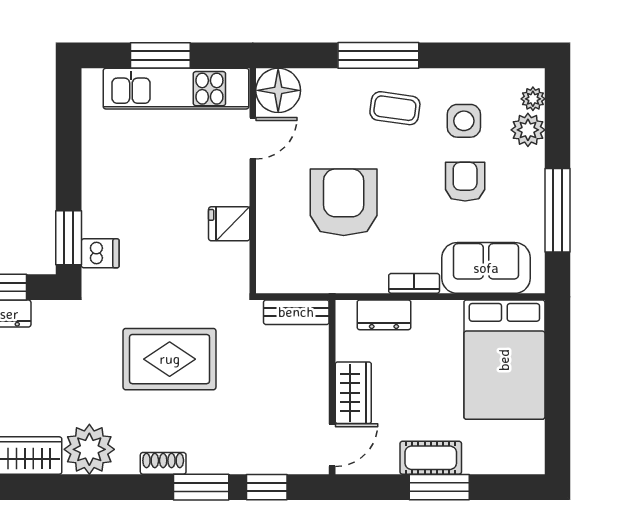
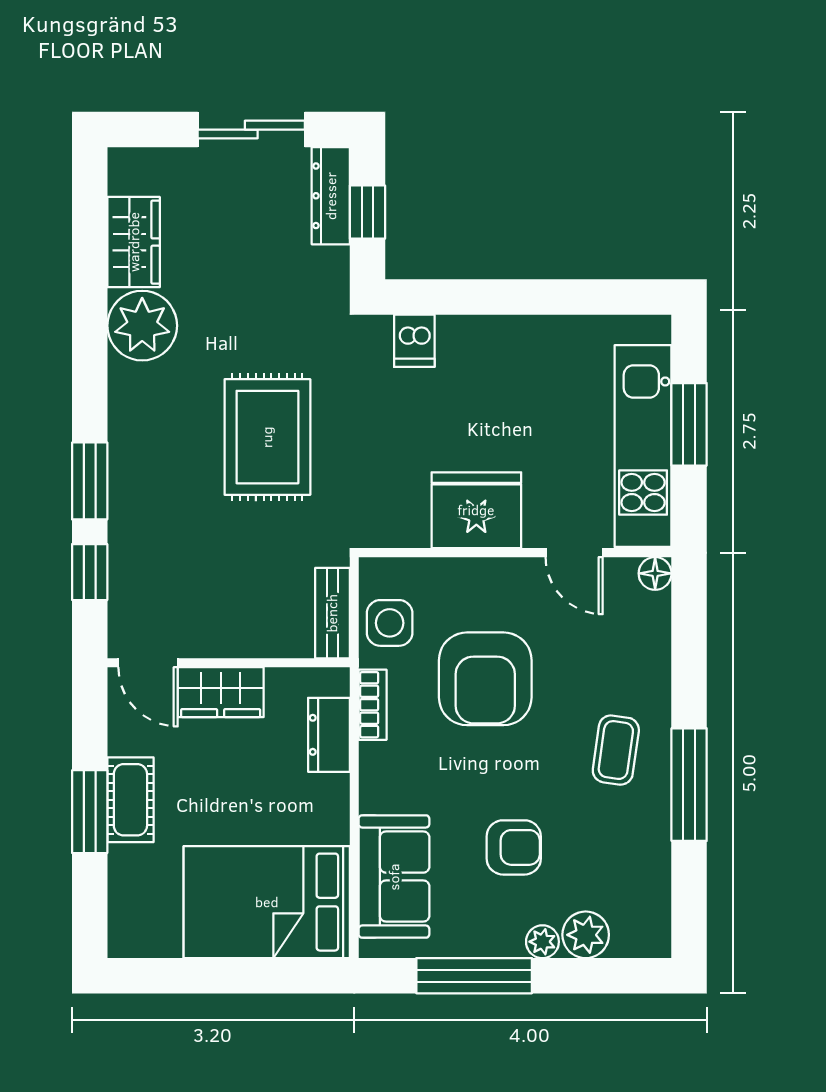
window: (378, 55) -> (689, 785), moved
floor lamp: (278, 90) -> (655, 573), width x0.53, depth x0.53
plant: (533, 99) -> (542, 942), moved
side table: (464, 121) -> (390, 623), moved
armchair: (344, 202) -> (485, 679), turned 90
fridge: (229, 224) -> (476, 510), width x1.88, depth x1.34
window: (69, 238) -> (436, 297), removed
bookcase: (414, 283) -> (373, 705), moved
shoe rack: (163, 463) -> (123, 428), removed

